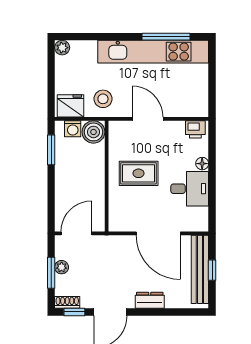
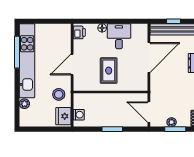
plant: (62, 48) -> (24, 104), moved
boiler: (93, 132) -> (81, 101), removed
window: (51, 150) -> (112, 129), moved

